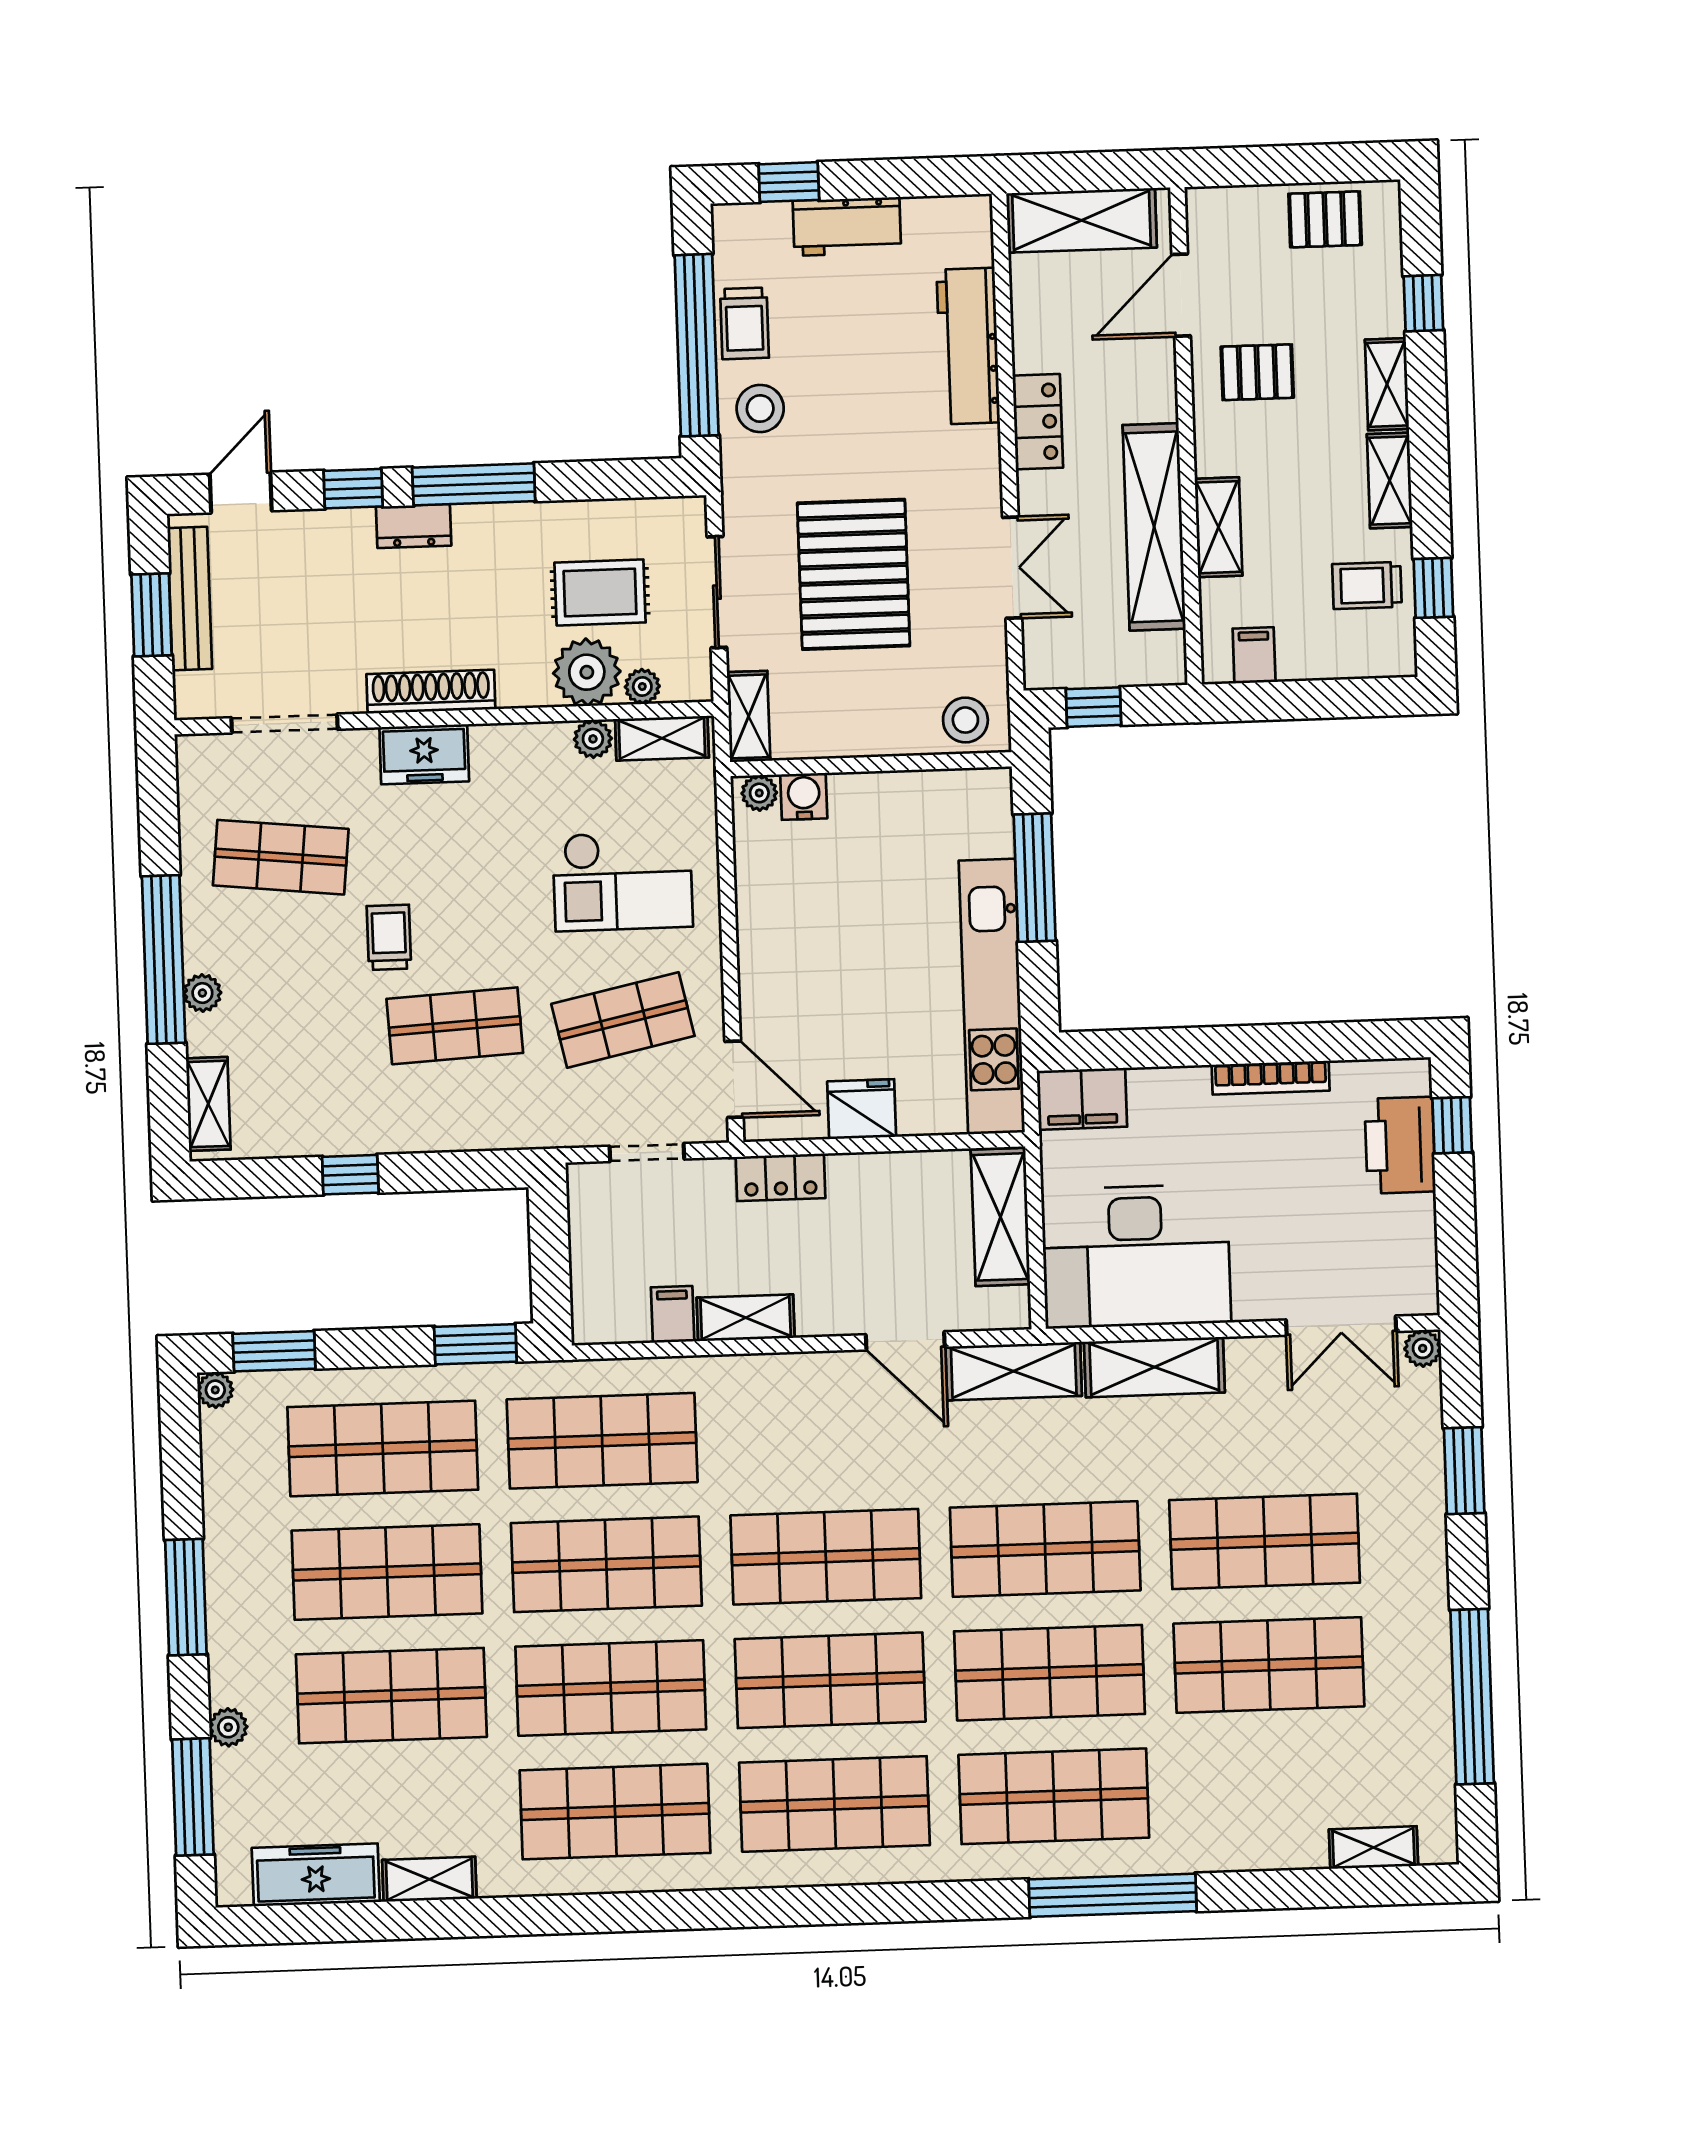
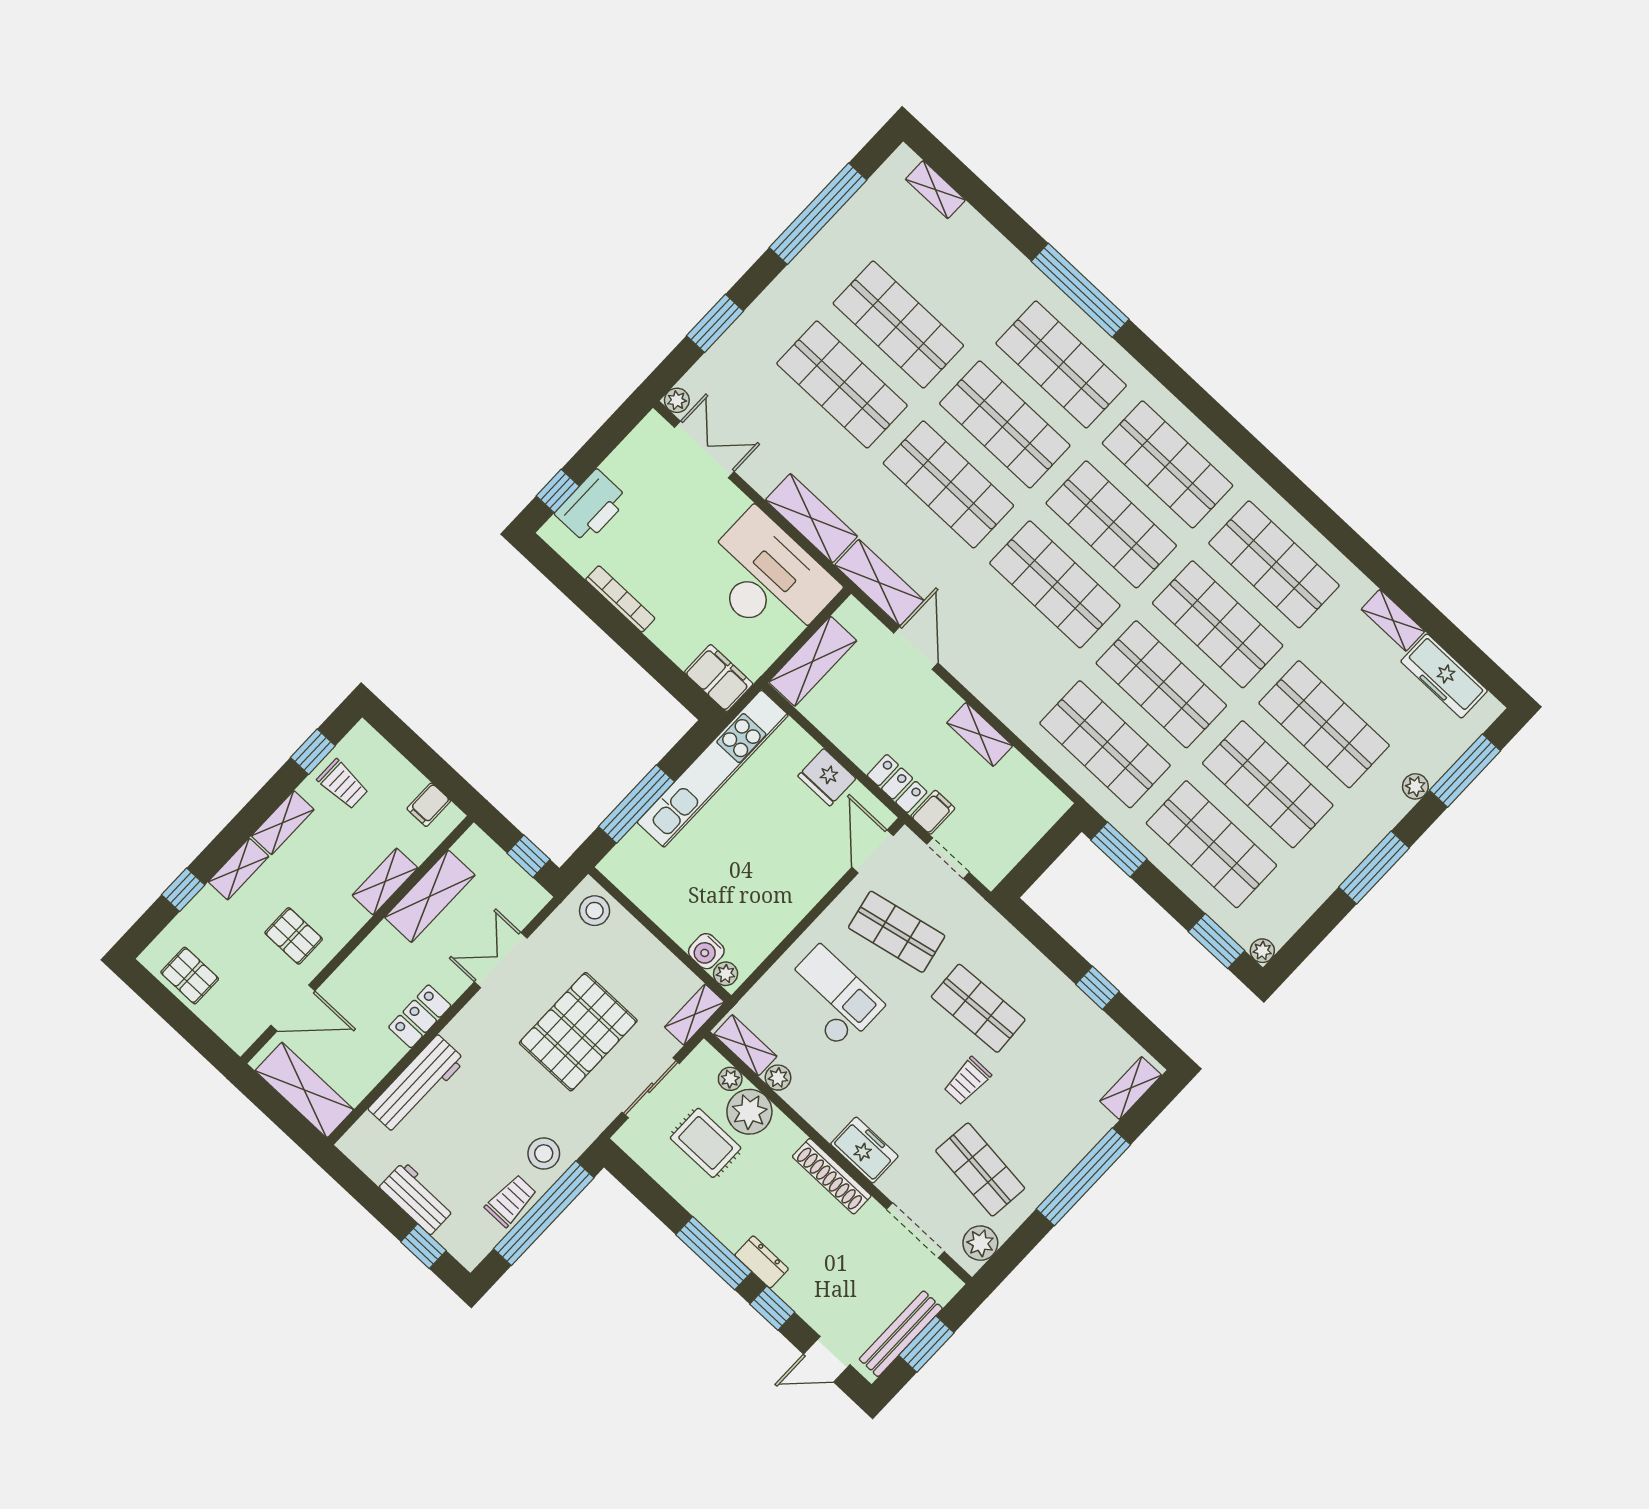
shelving: (1154, 527) -> (430, 896), width x0.68
plant: (202, 993) -> (980, 1243), moved, width x1.38, depth x1.38
filing cabinet: (673, 1314) -> (933, 812), moved, turned 180

